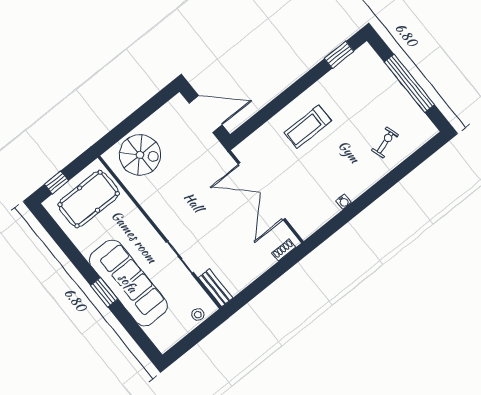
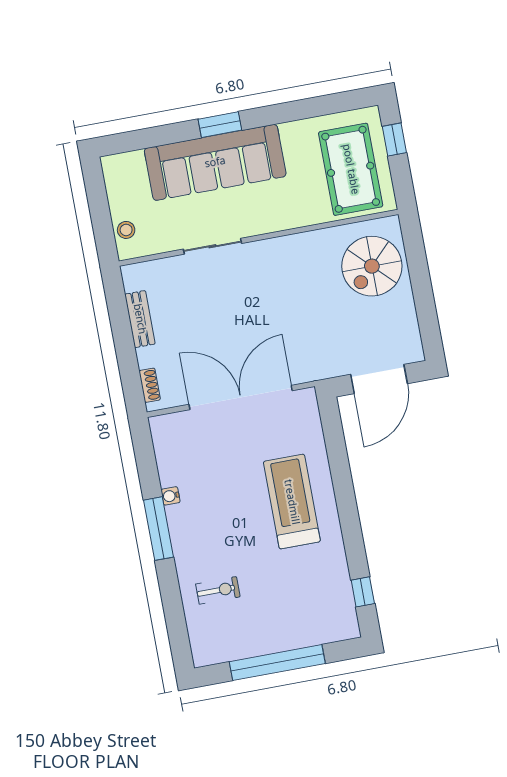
window: (339, 55) -> (363, 592), width x0.67
treadmill: (308, 127) -> (292, 502), width x1.37, depth x1.38
exercise bike: (385, 142) -> (218, 590), turned -72
window: (367, 198) -> (159, 529), added
bench: (216, 288) -> (140, 319), moved, turned 90

